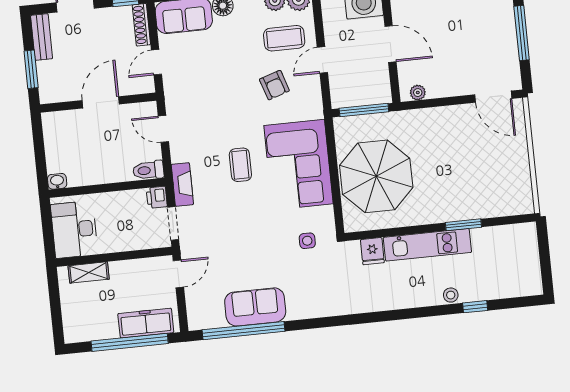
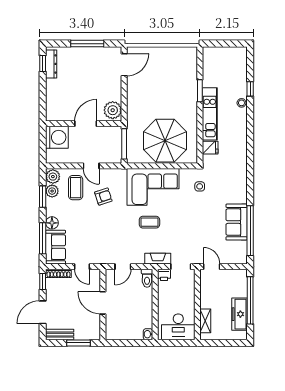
plant: (418, 93) -> (113, 110), width x1.88, depth x1.88
freezer: (146, 323) -> (239, 314), moved

